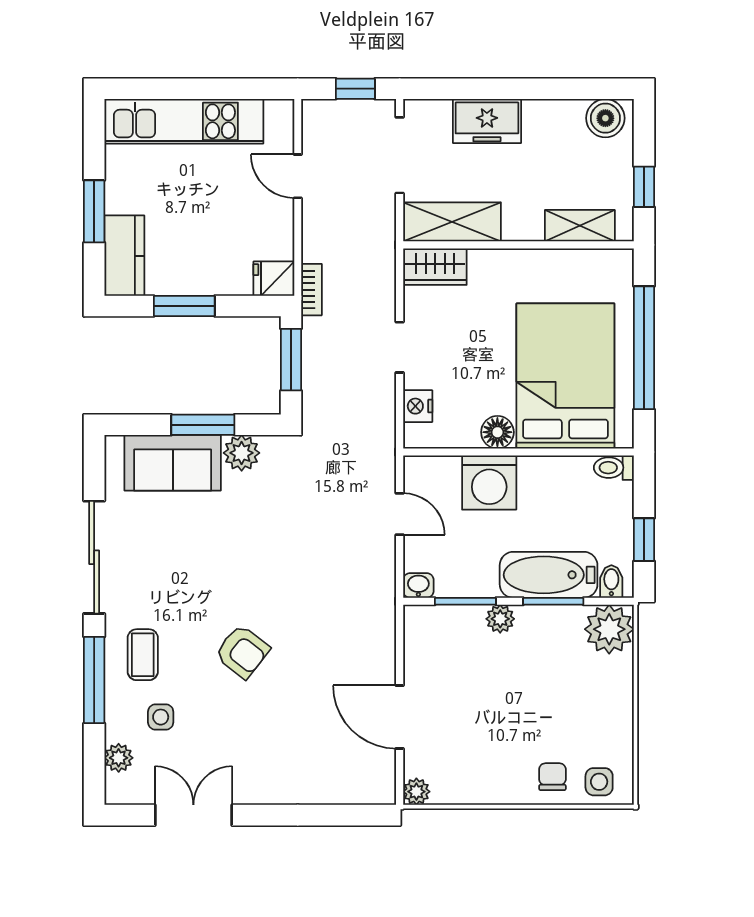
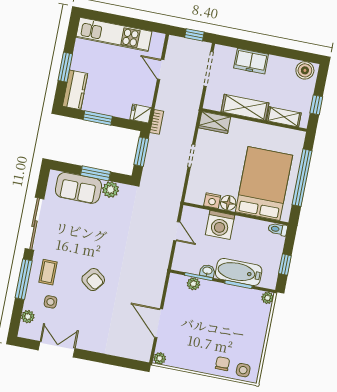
shelving: (452, 222) -> (245, 107), moved
nightstand: (418, 406) -> (212, 201), moved, turned -90
bidet: (611, 582) -> (266, 281), removed
washbasin: (418, 585) -> (207, 271), moved
plant: (500, 619) -> (193, 284), moved
plant: (609, 629) -> (267, 298), width x0.53, depth x0.53

